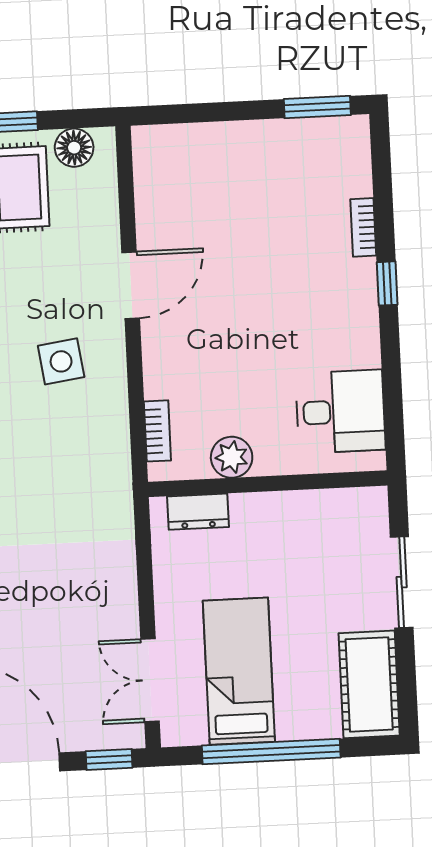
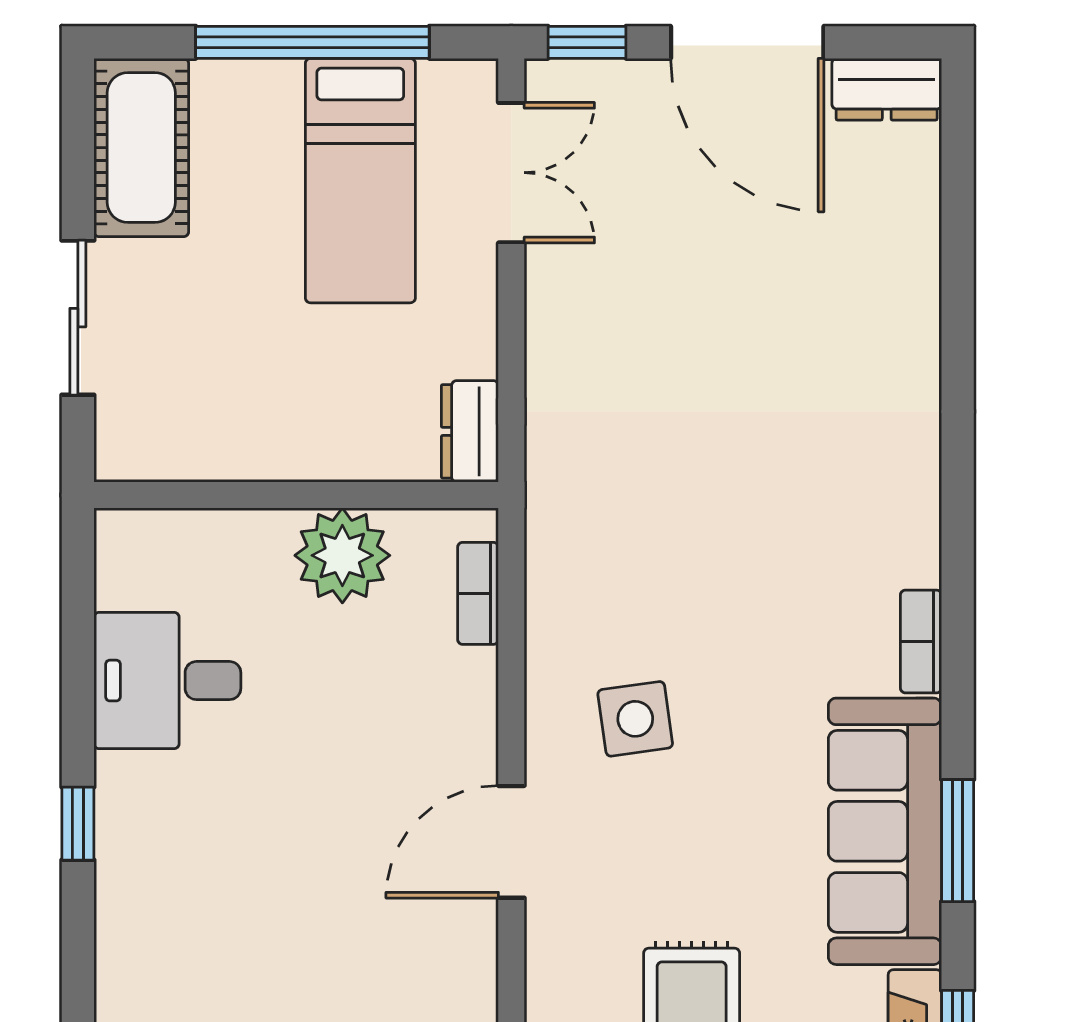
bookcase: (363, 227) -> (113, 920), removed
desk: (340, 412) -> (167, 681), moved
plant: (232, 457) -> (342, 555), width x1.36, depth x1.36
dresser: (198, 512) -> (470, 431), moved, turned -90

